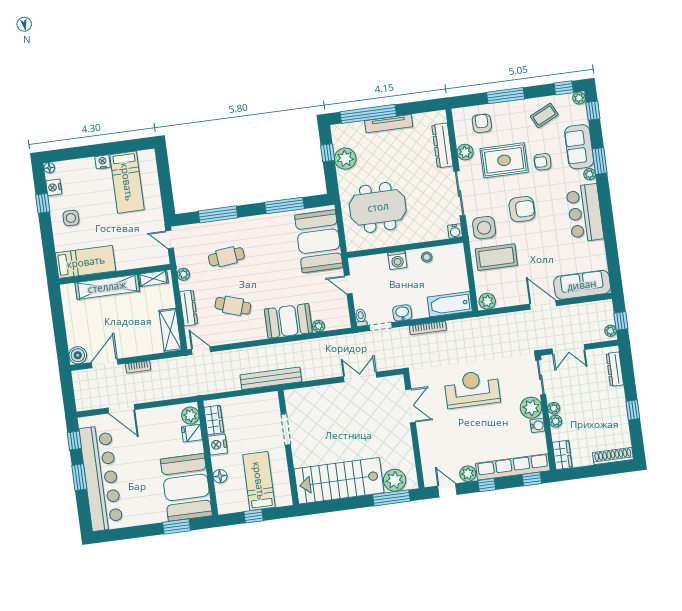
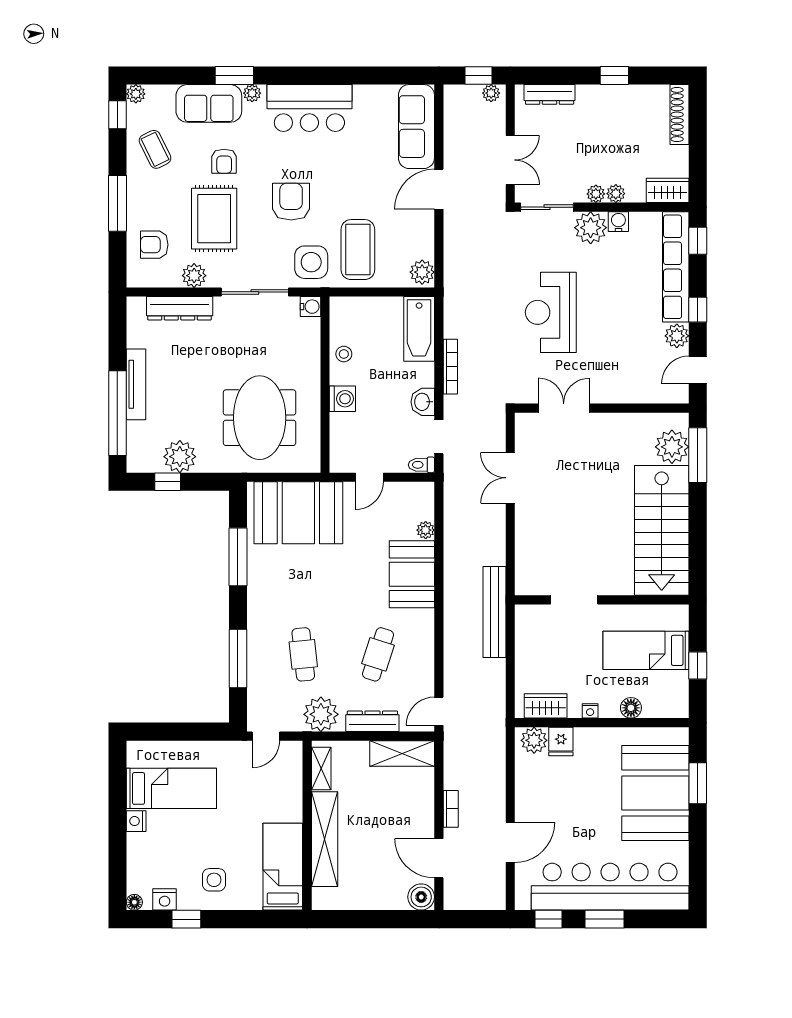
window: (593, 111) -> (157, 76), removed
plant: (183, 274) -> (321, 714), width x1.87, depth x1.87
nightstand: (218, 445) -> (590, 711), width x0.53, depth x0.56
booth: (186, 487) -> (655, 793), moved, turned 90

